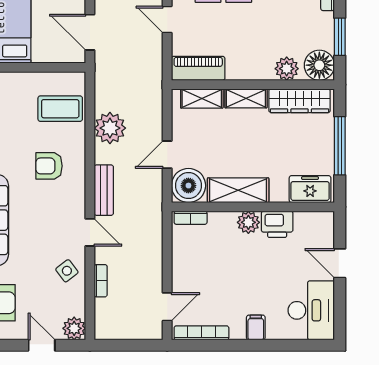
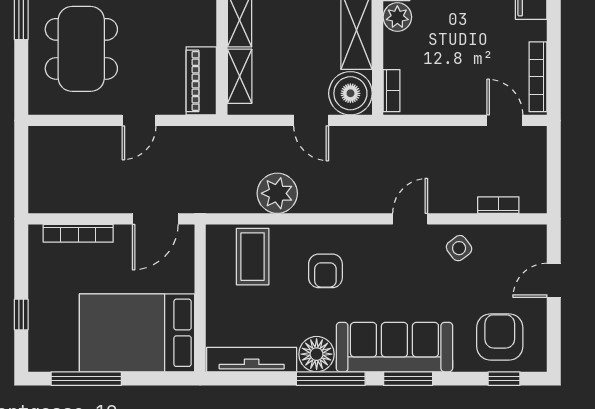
bench: (104, 190) -> (356, 201), removed
bookcase: (101, 281) -> (498, 205), moved
plant: (74, 328) -> (532, 239), removed

